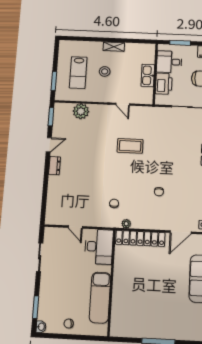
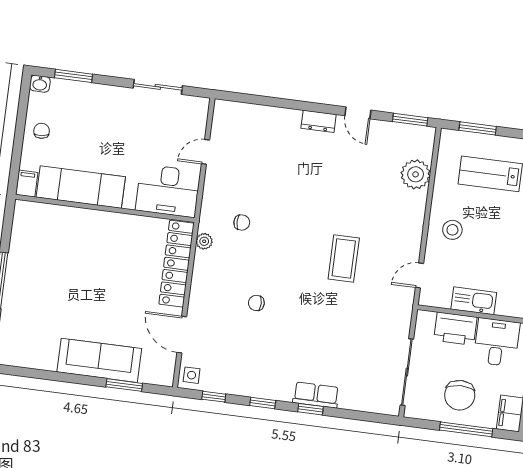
stool: (105, 71) -> (452, 230), moved
door: (123, 104) -> (419, 275), moved
filing cabinet: (100, 330) -> (27, 184), added

